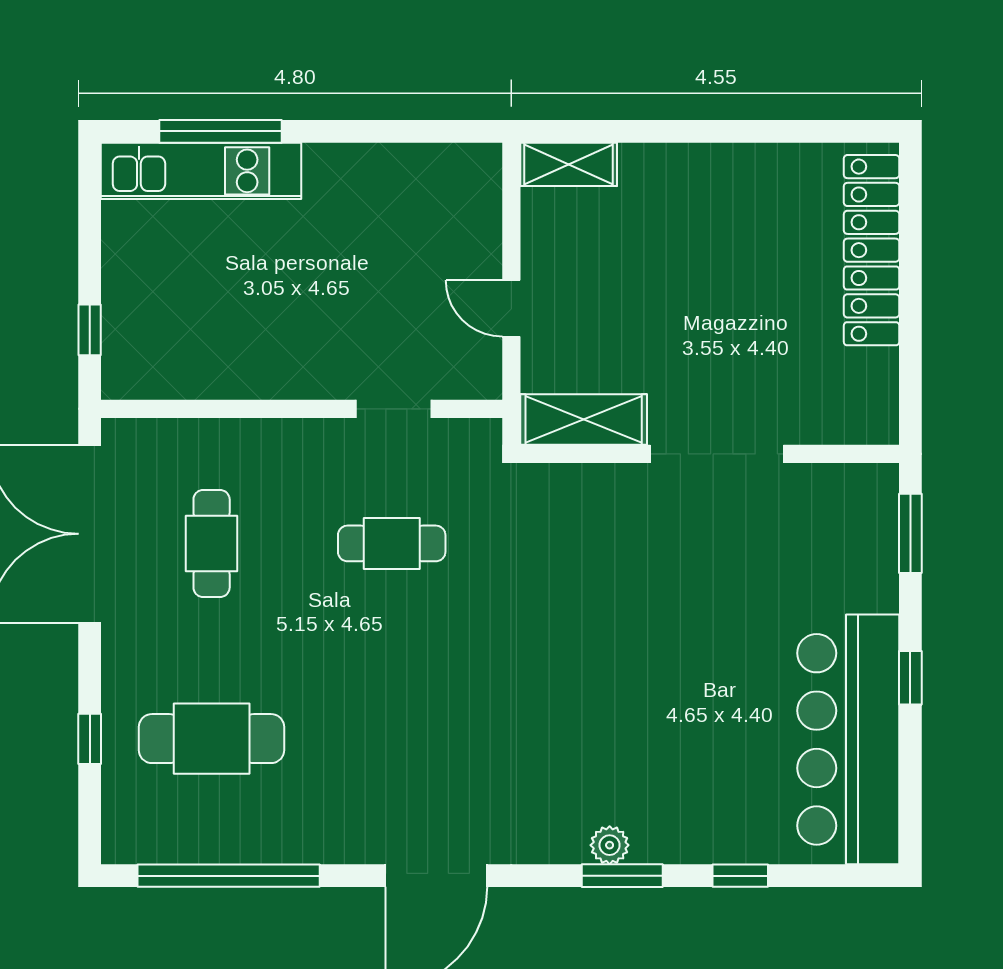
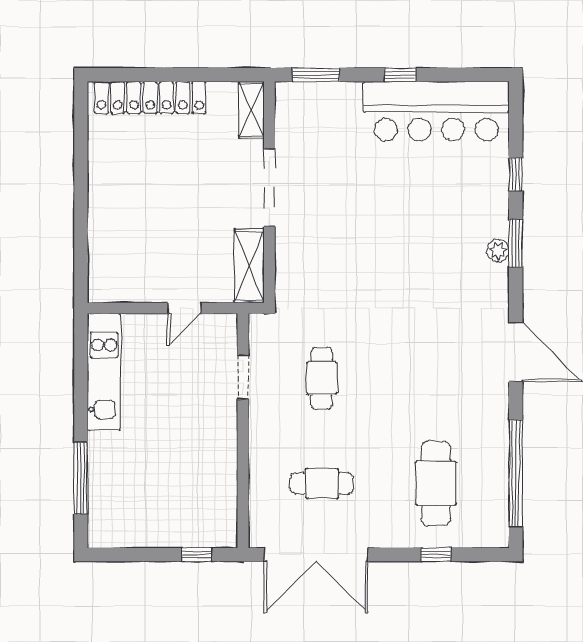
shelving: (569, 164) -> (251, 110), moved
kitchen unit: (201, 171) -> (104, 372), moved

